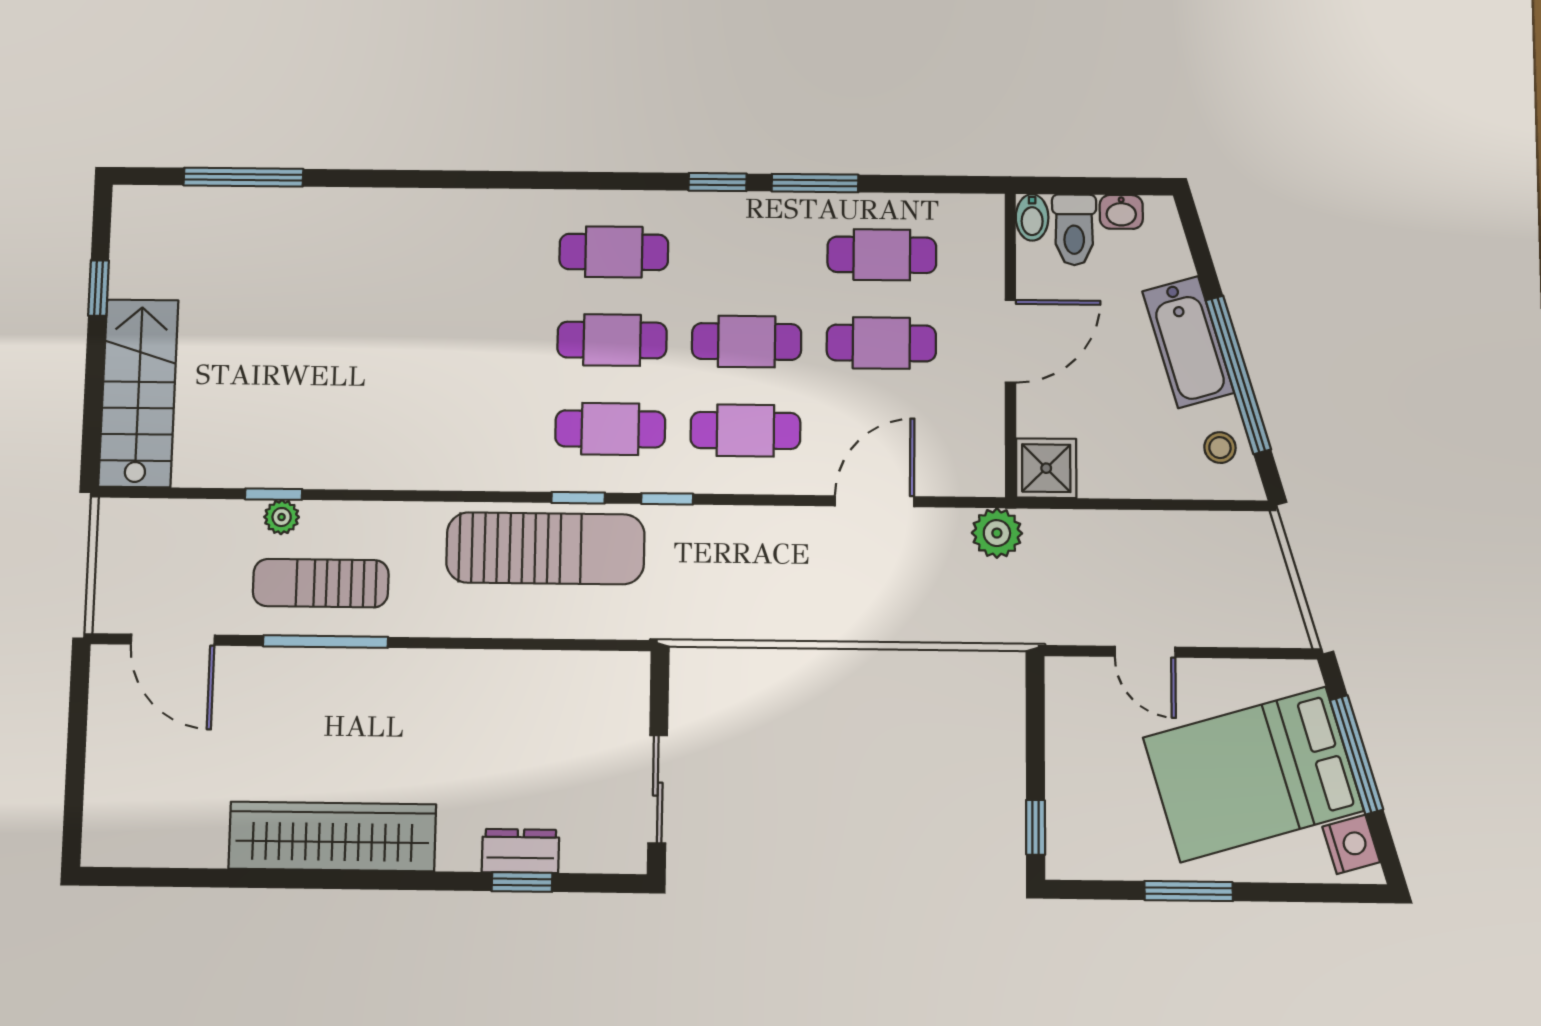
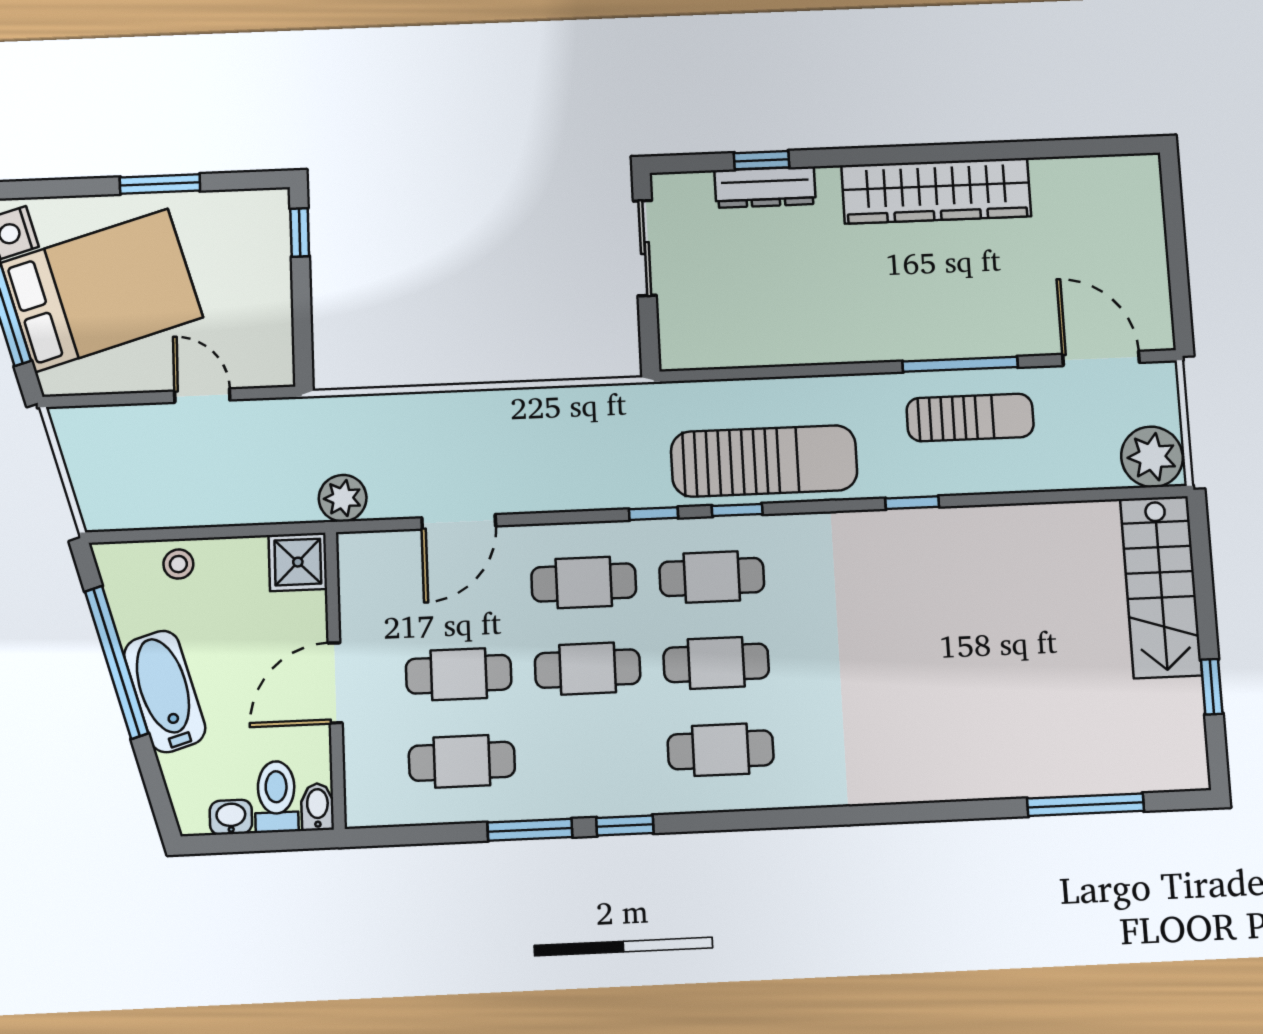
stool: (1220, 448) -> (178, 564), moved
window: (274, 494) -> (912, 503), moved
plant: (282, 517) -> (1152, 457), moved, width x1.87, depth x1.87
sun lounger: (545, 548) -> (764, 461), turned 180
dresser: (520, 851) -> (765, 187), width x1.44

